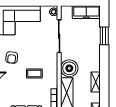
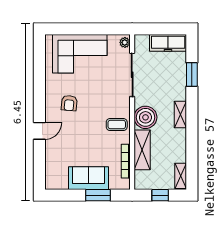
coffee table: (34, 73) -> (117, 125), moved
shelving: (96, 82) -> (180, 114), moved

